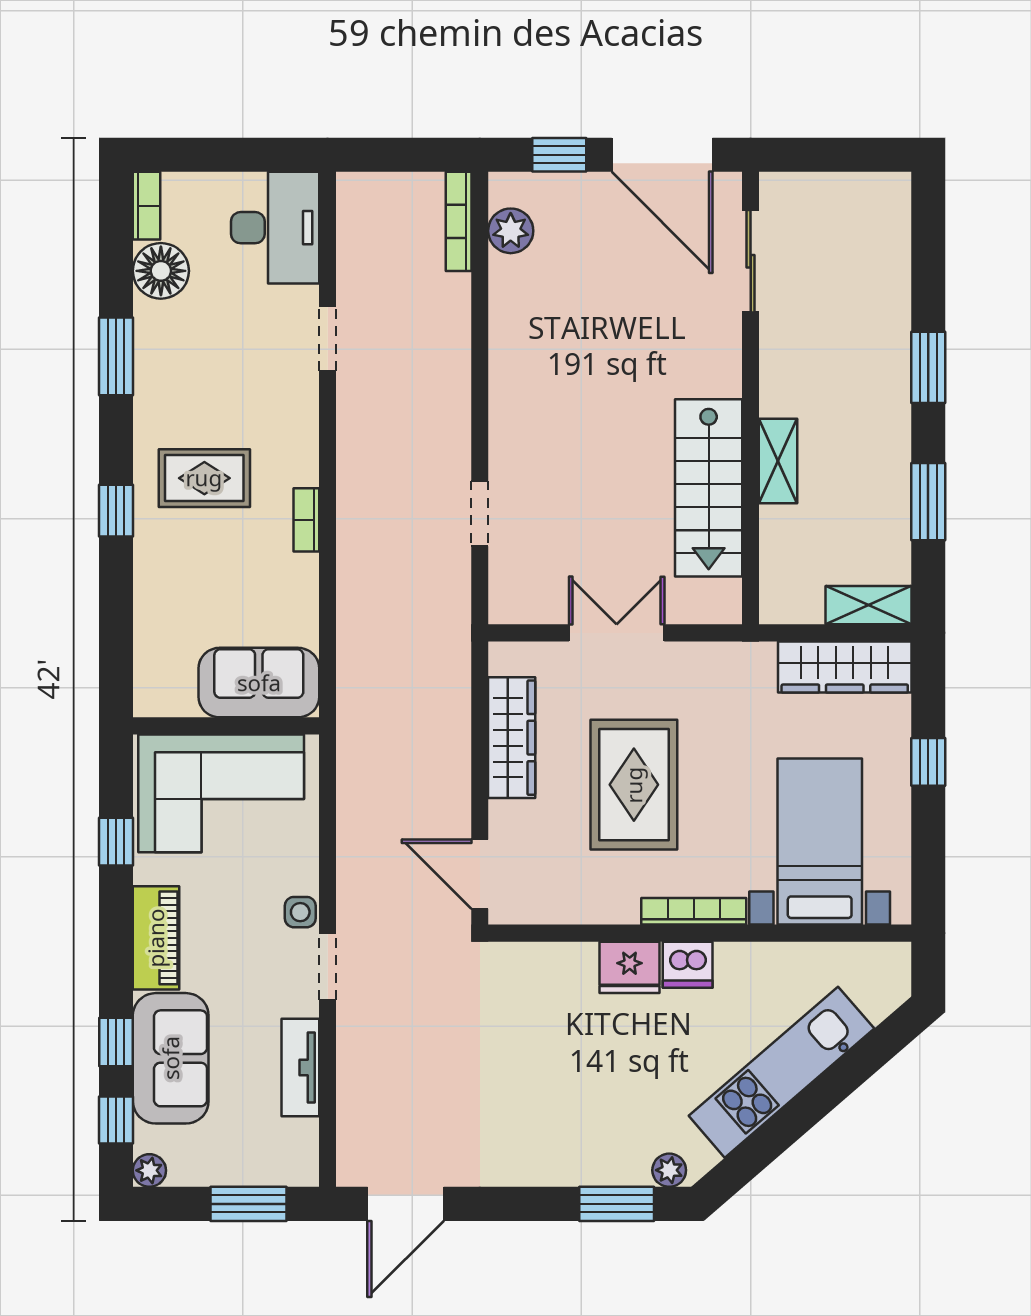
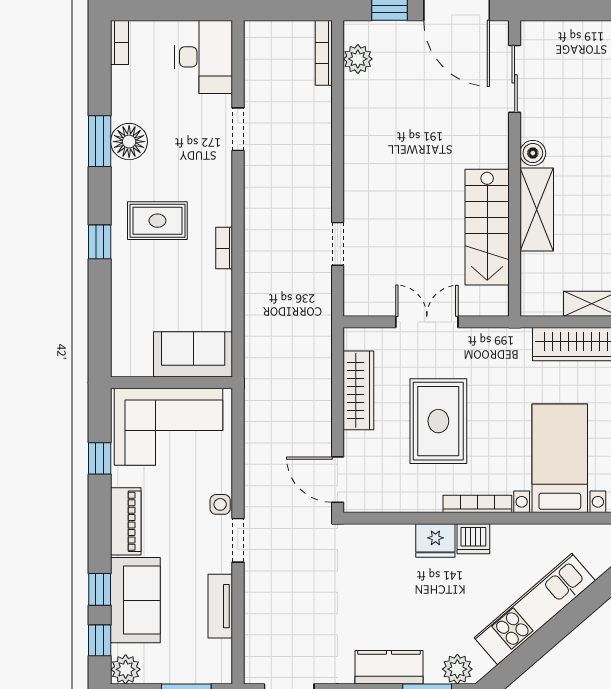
floor lamp: (161, 271) -> (129, 142), moved
boiler: (778, 375) -> (533, 153), added
shelving: (778, 461) -> (537, 210), width x1.50, depth x1.33
kitchen counter: (559, 1161) -> (389, 667), added
plant: (149, 1170) -> (126, 669), width x1.38, depth x1.38
plant: (669, 1170) -> (457, 669), width x1.38, depth x1.38

